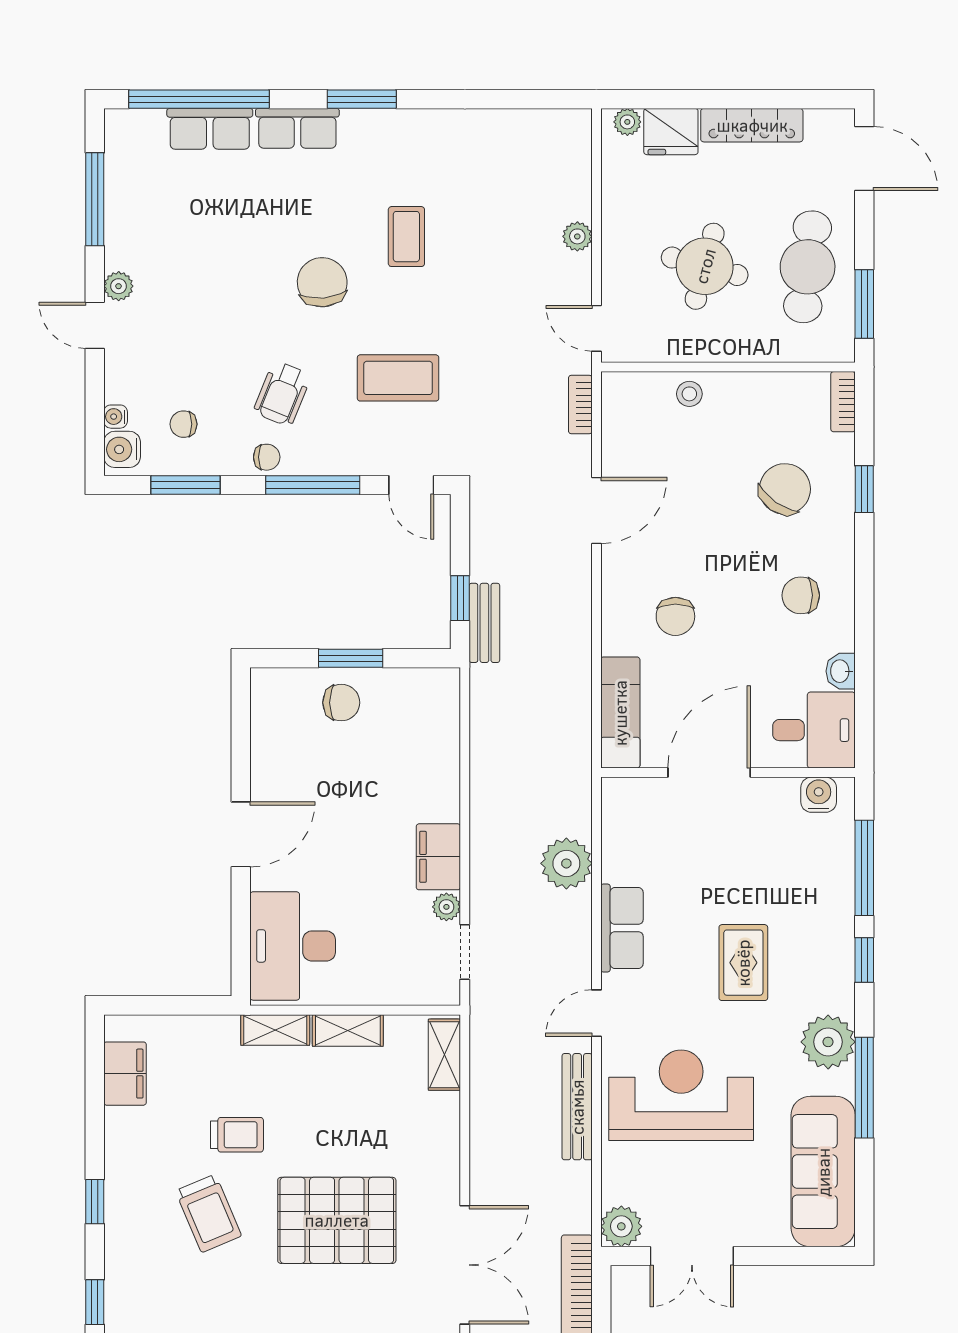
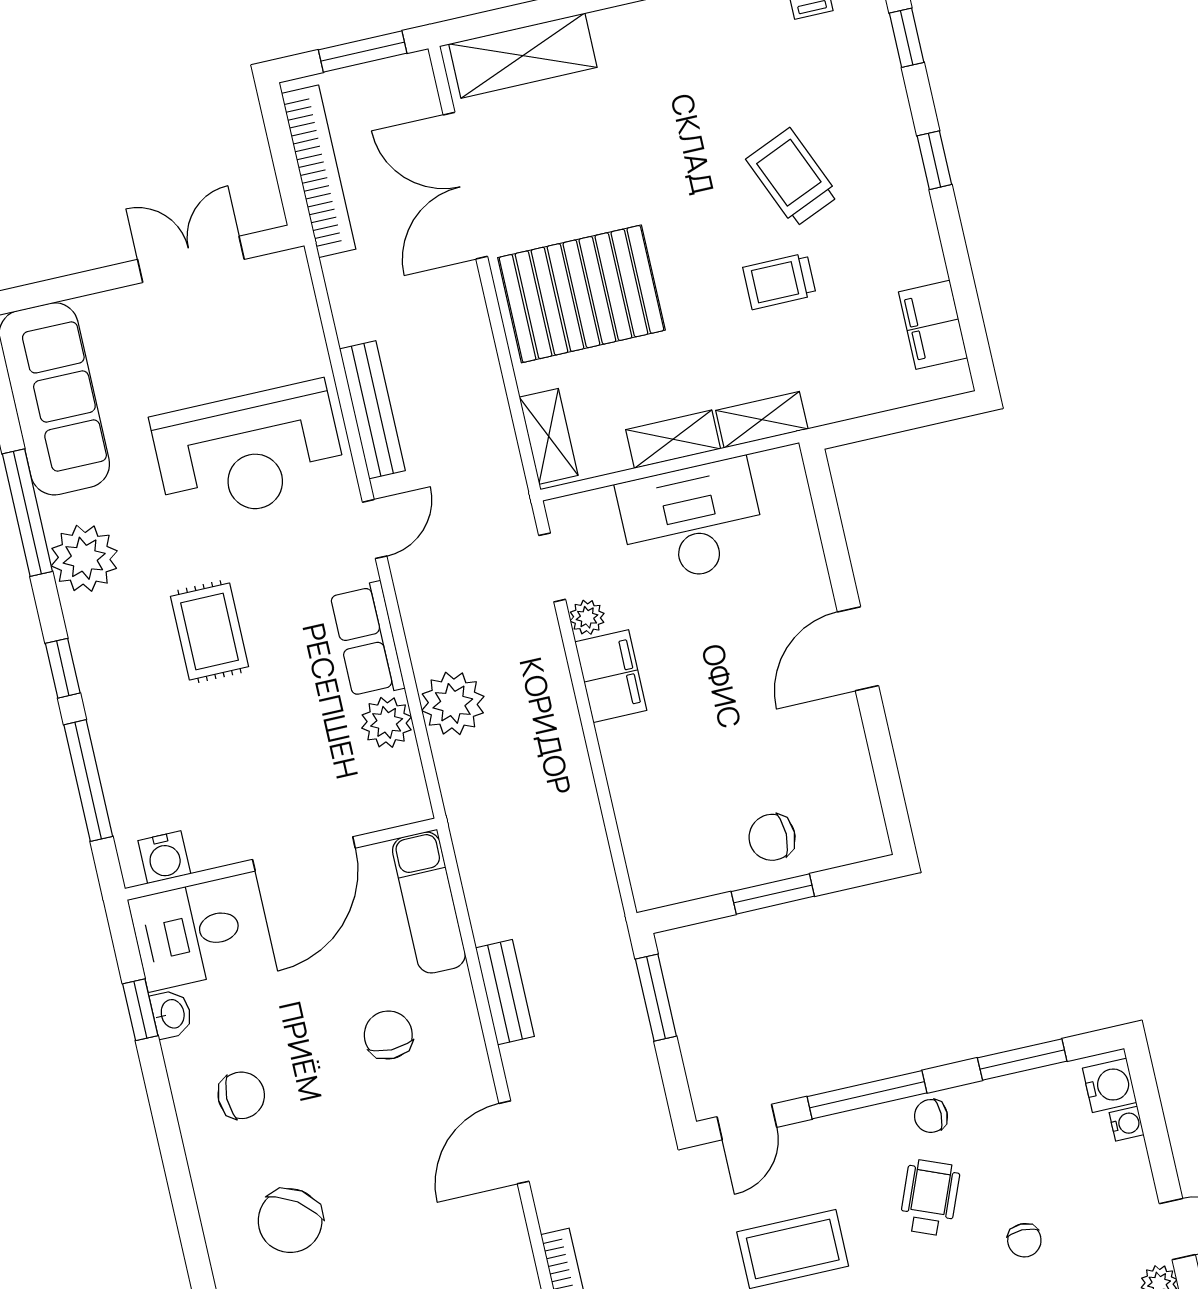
chair: (183, 424) -> (1024, 1240), moved, turned 90
door: (411, 485) -> (747, 1122), swing flipped
window: (864, 489) -> (140, 1010), moved
window: (460, 598) -> (656, 998), width x1.50
bench: (484, 623) -> (505, 992), moved
desk: (293, 946) -> (692, 521), moved, turned -90
pallet: (337, 1220) -> (581, 294), moved
plant: (621, 1226) -> (387, 722), moved

